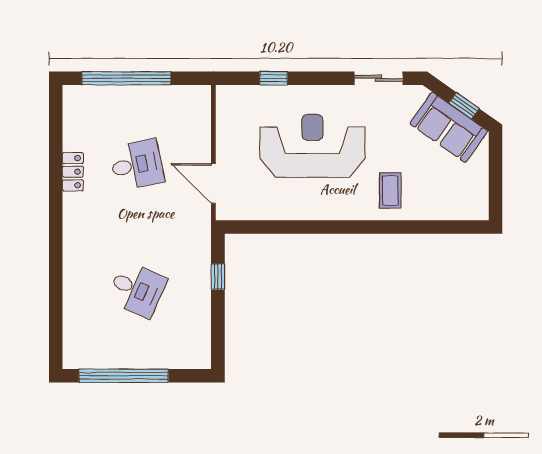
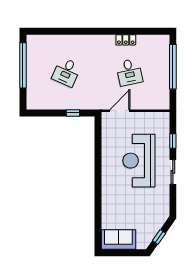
sliding door: (379, 78) -> (173, 172), moved
sofa: (449, 127) -> (118, 240), moved, turned 55
reception desk: (312, 146) -> (139, 161), turned 180
coffee table: (390, 191) -> (116, 200), removed

